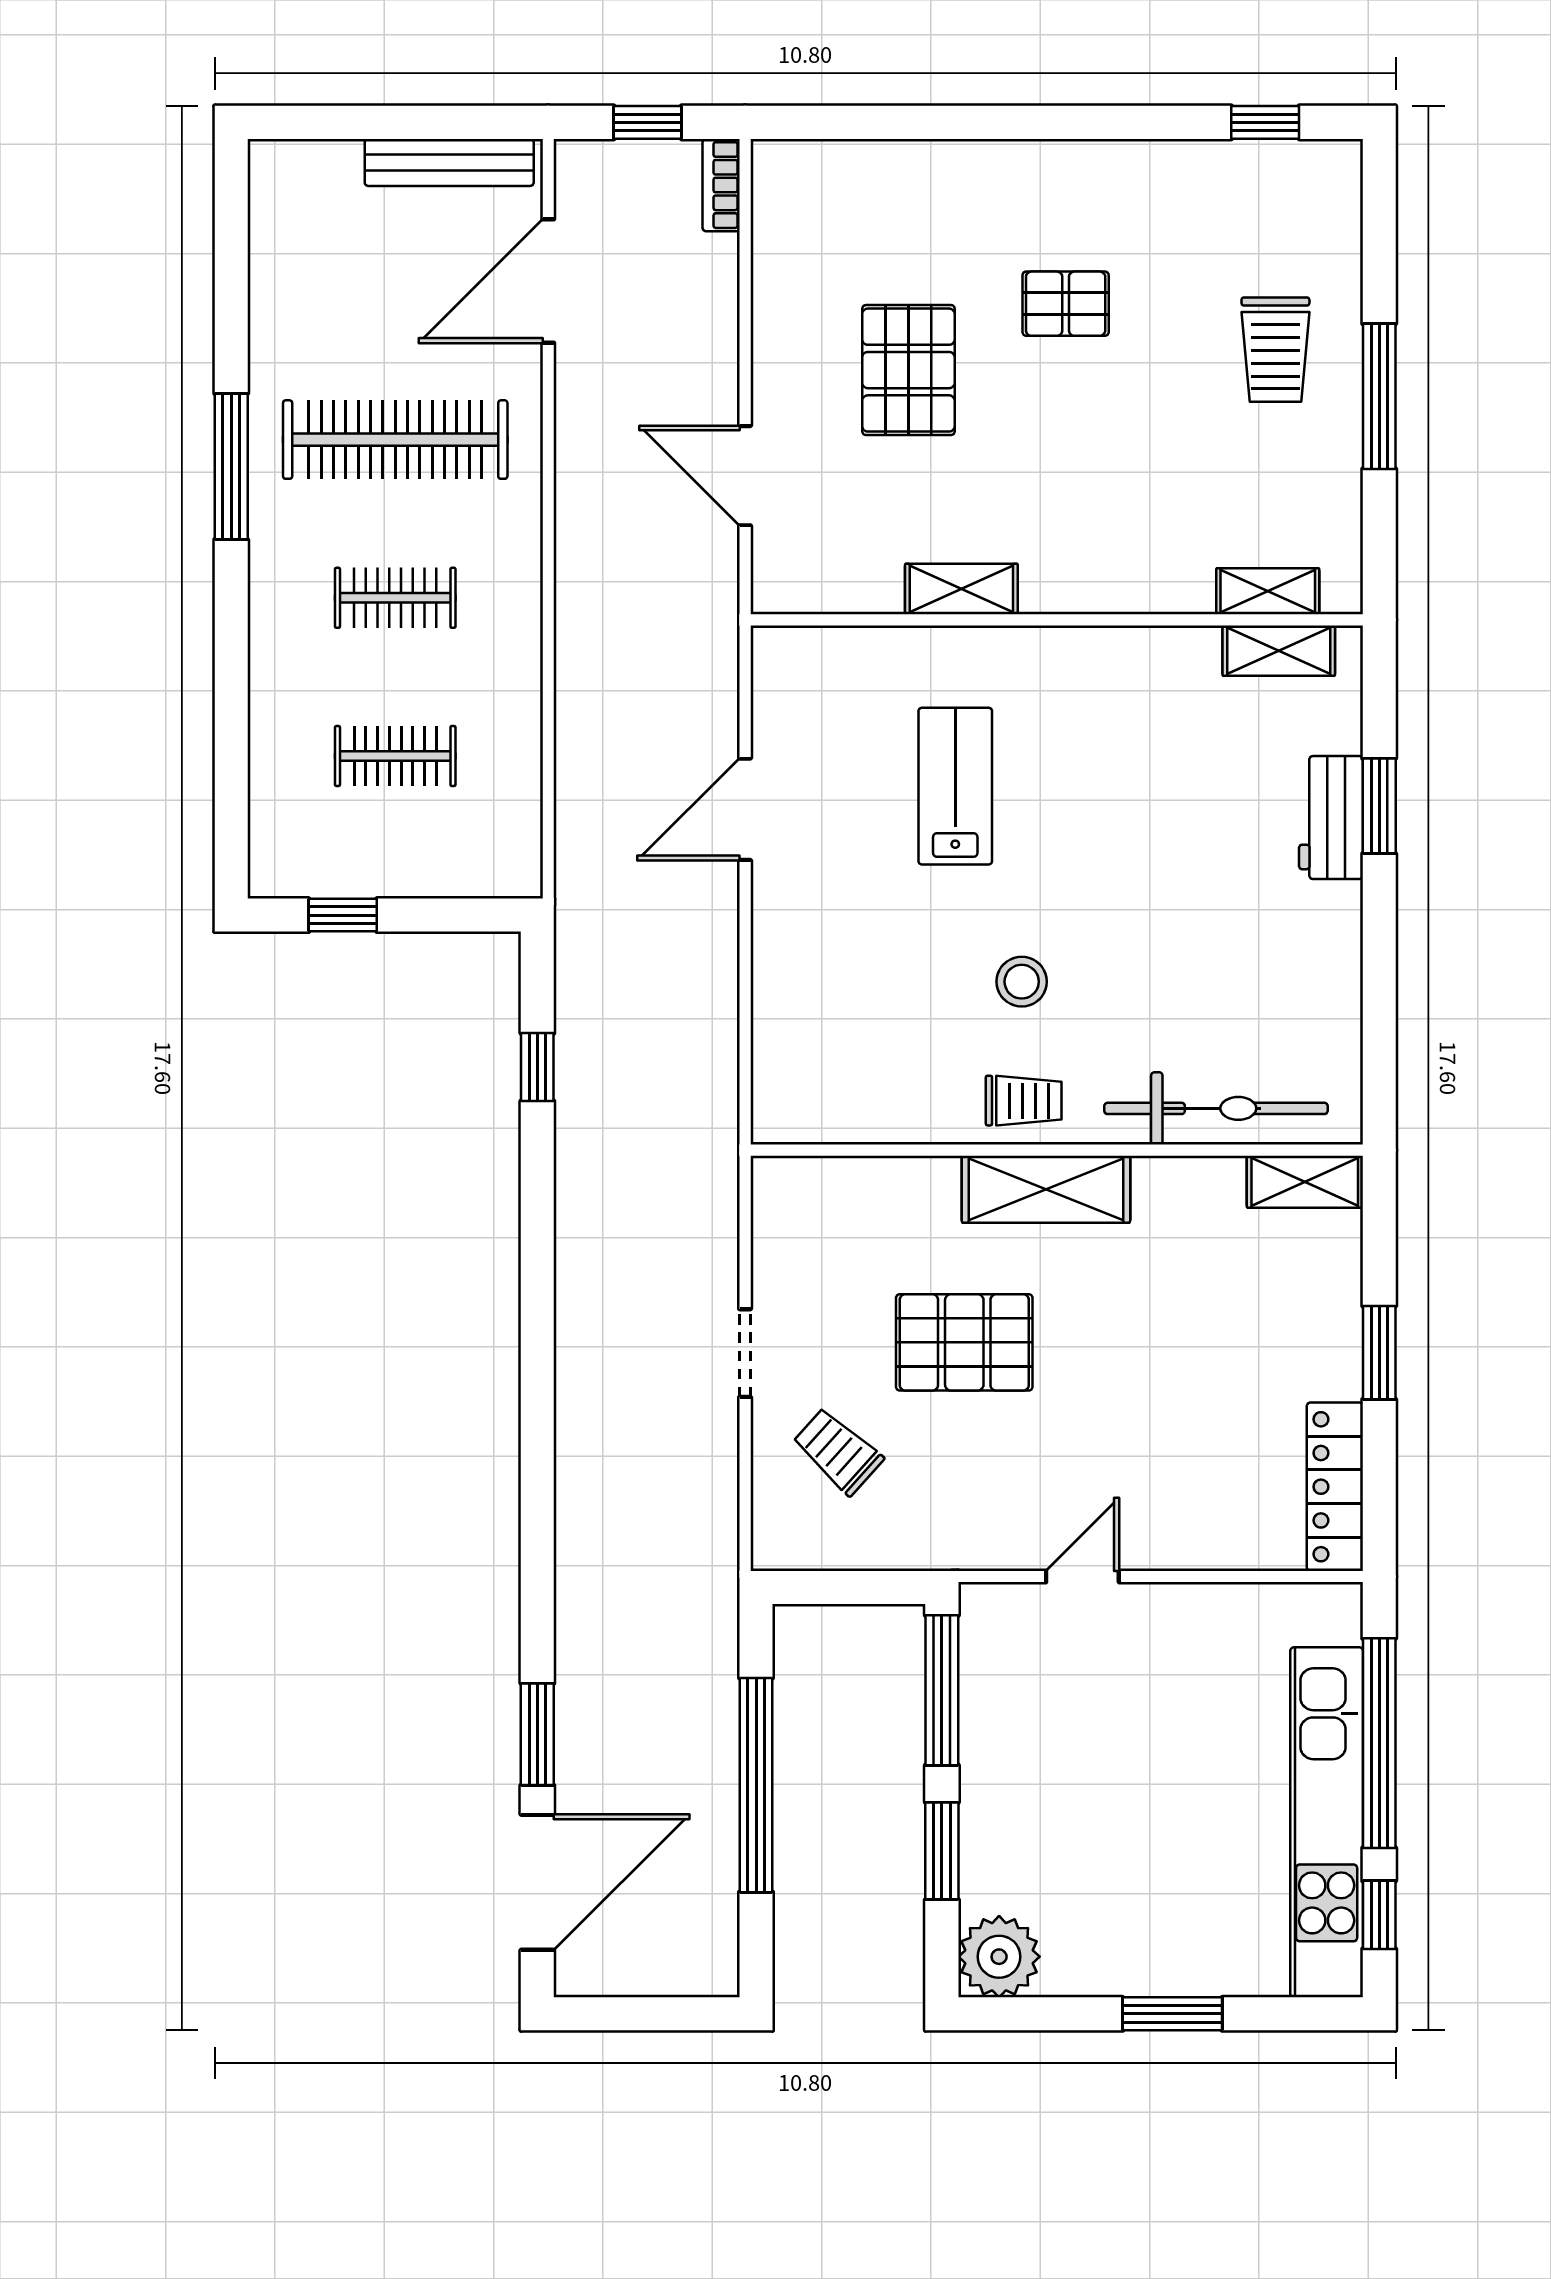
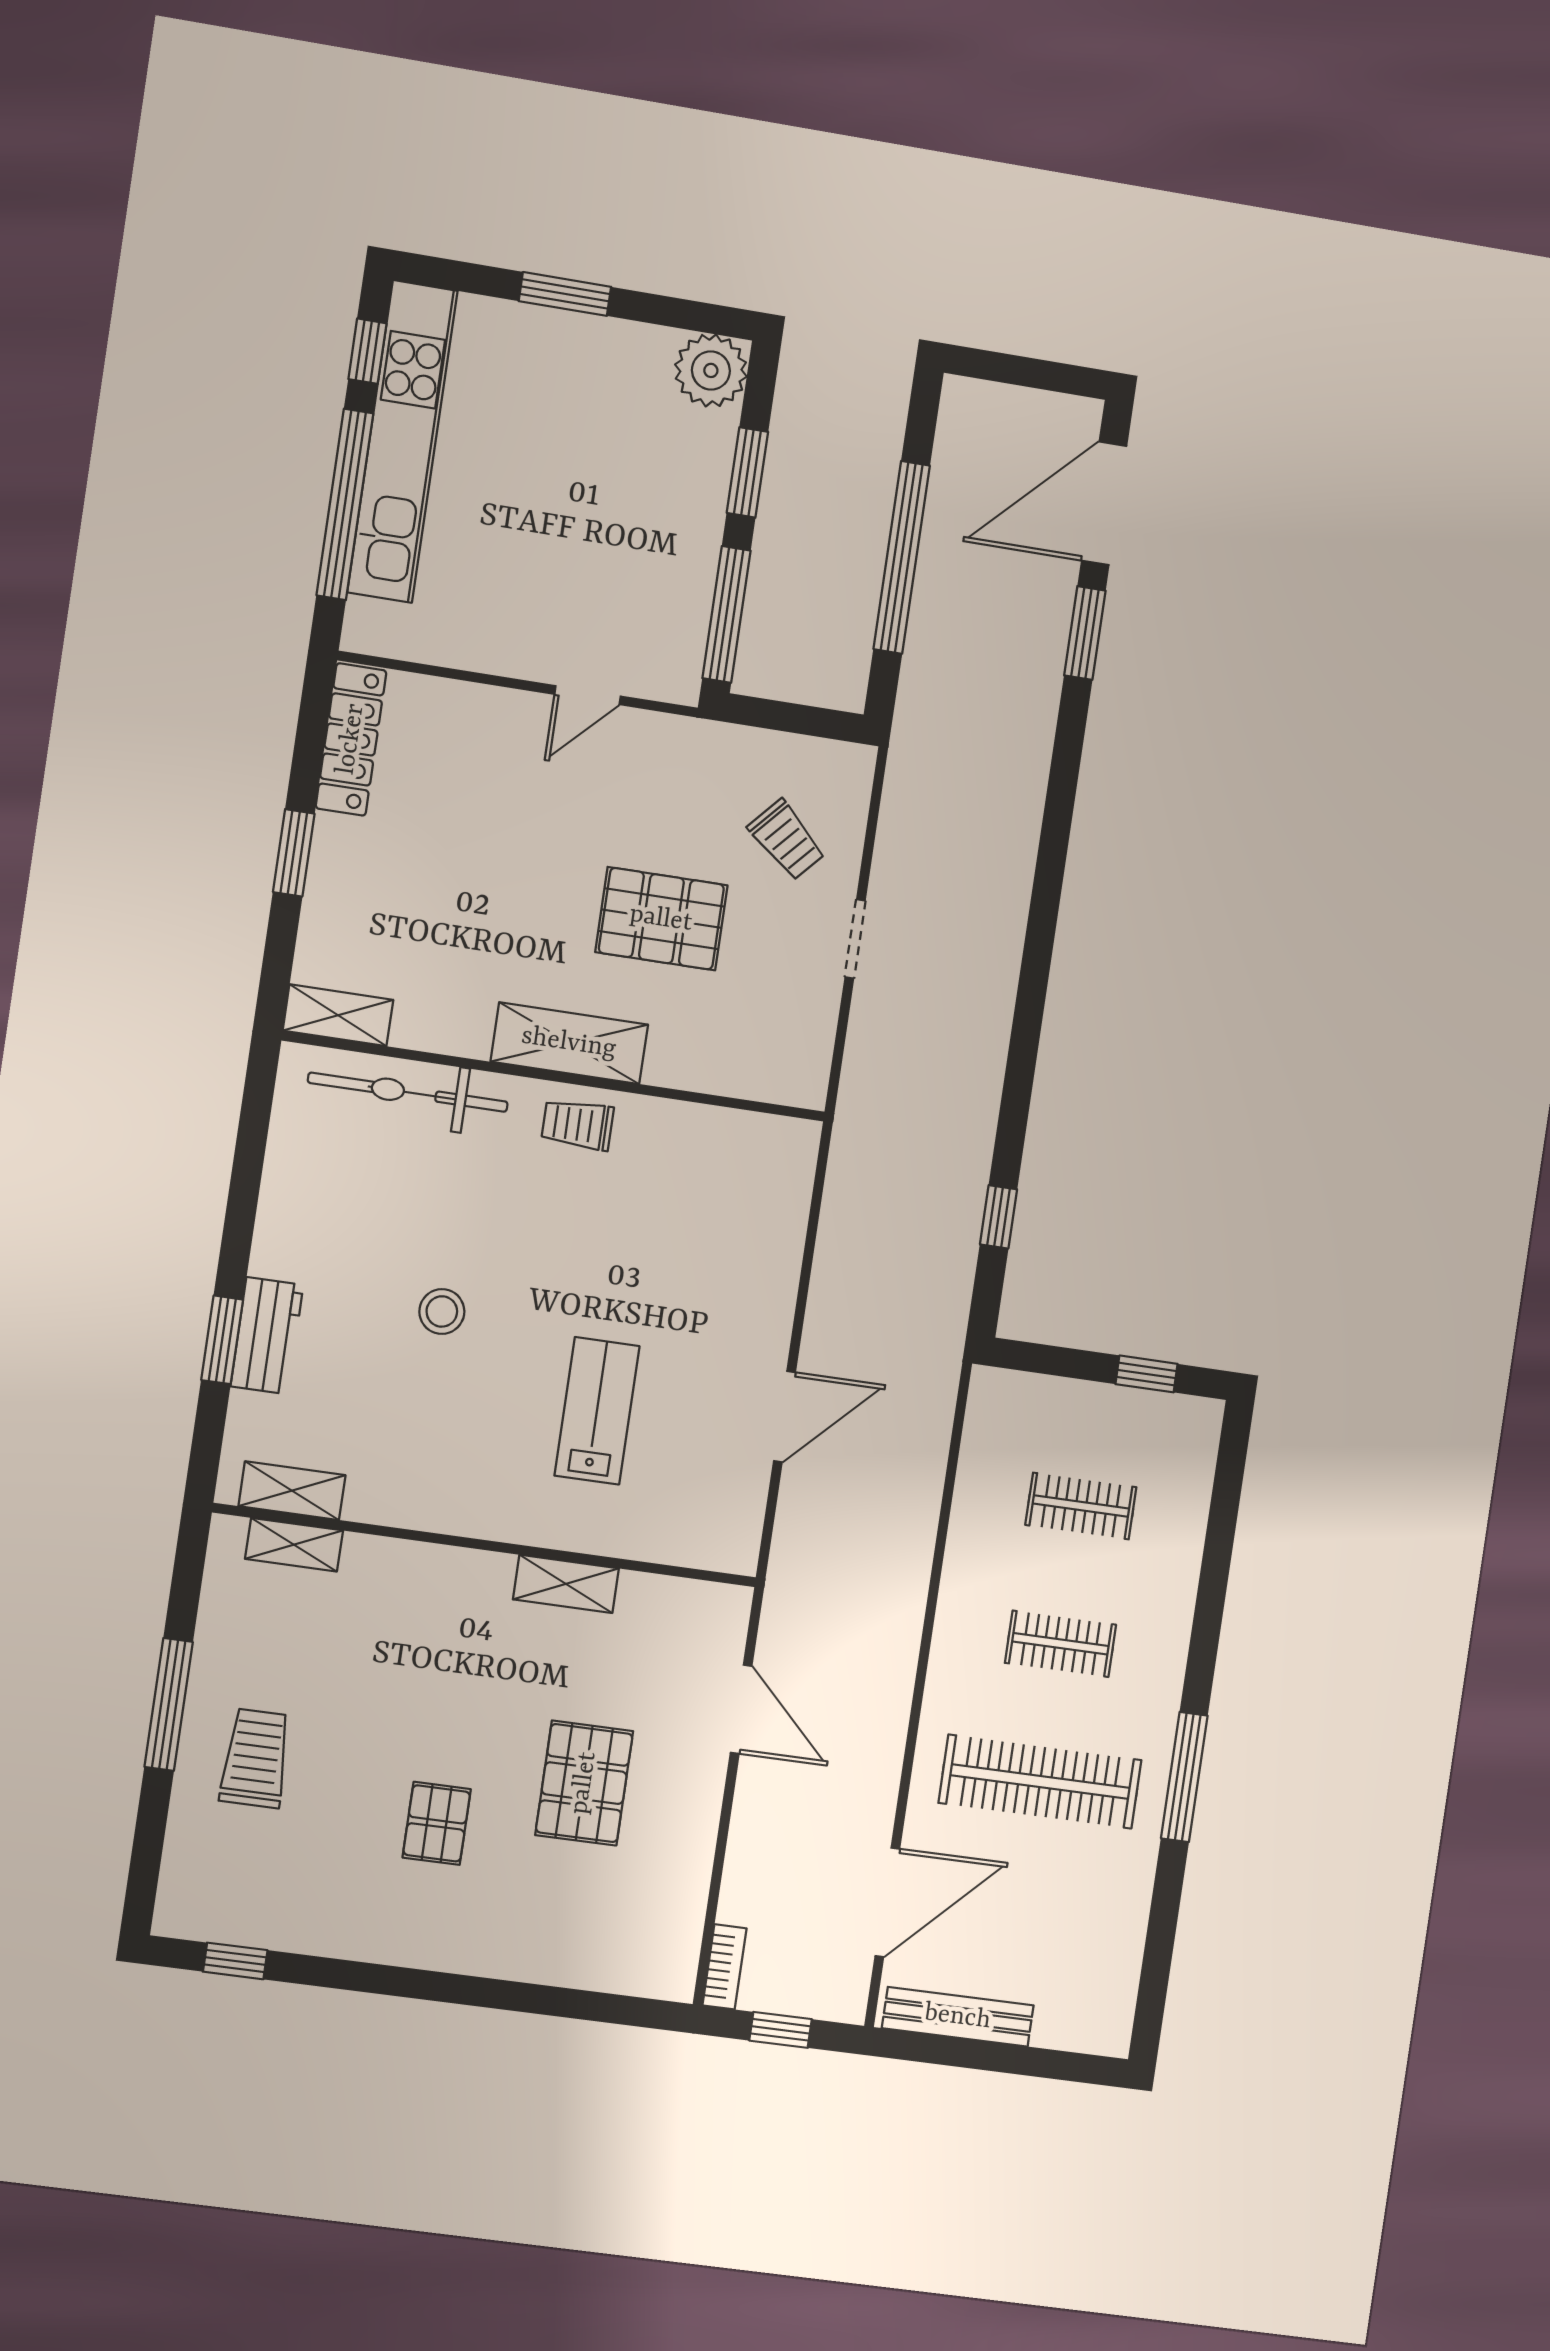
pallet: (1066, 304) -> (437, 1823), turned 90
lab bench: (955, 786) -> (597, 1411), turned 180
stool: (1022, 982) -> (442, 1311), moved

